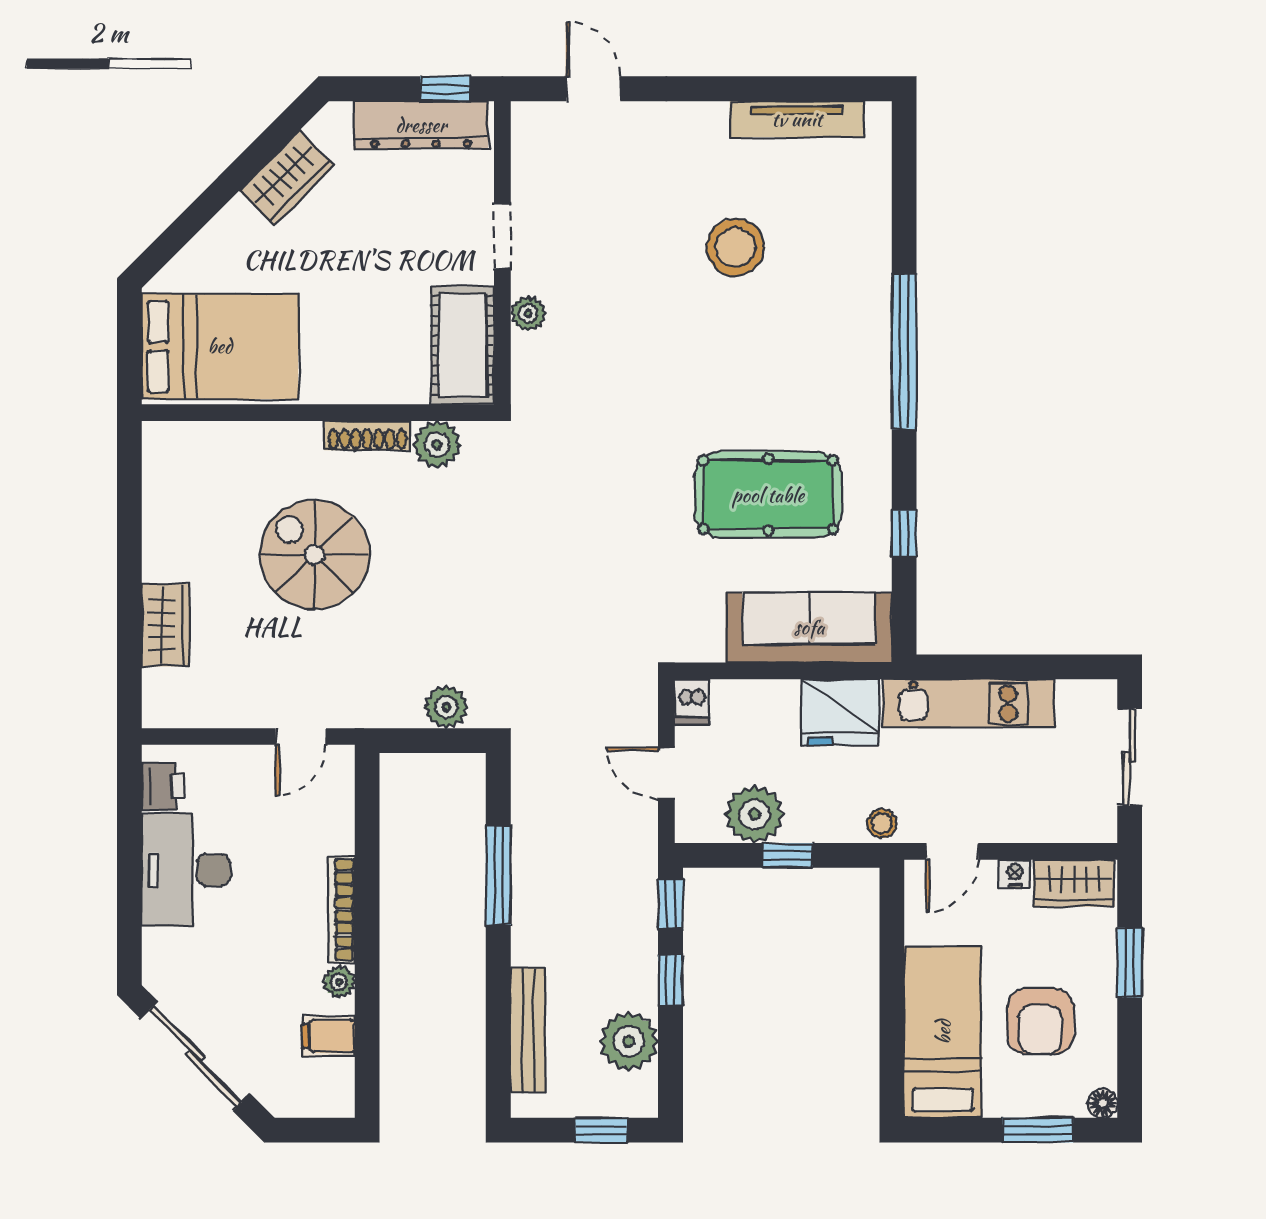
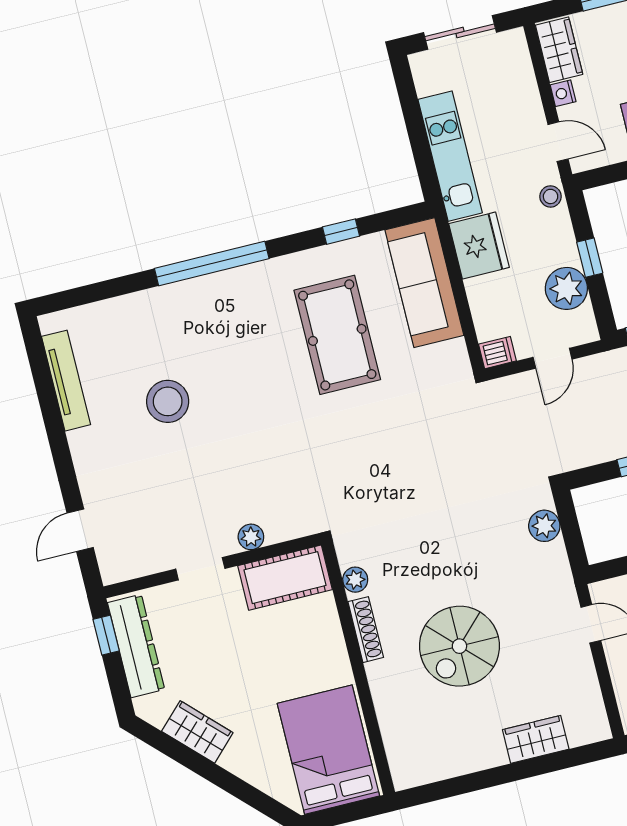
plant: (437, 444) -> (355, 580), width x0.73, depth x0.73

